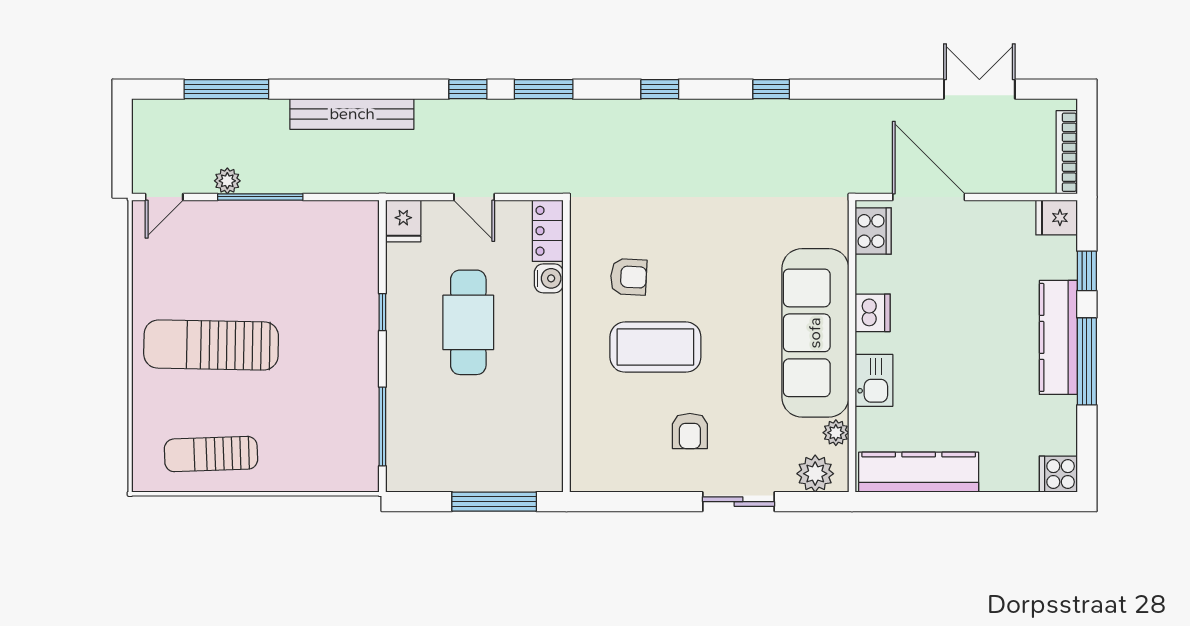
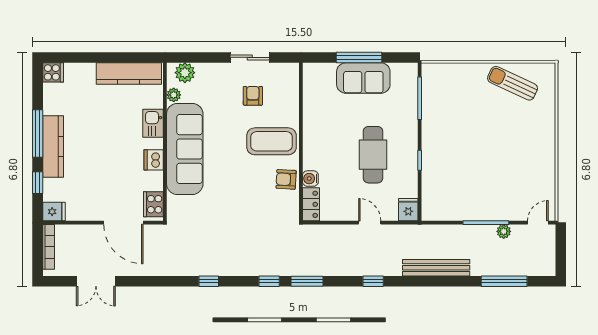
window: (544, 89) -> (307, 281), moved
locker: (548, 231) -> (311, 204), moved
water cooler: (549, 278) -> (310, 179), moved
sun lounger: (211, 345) -> (512, 142), removed
wall: (566, 346) -> (301, 142), moved
sun lounger: (211, 454) -> (513, 83), turned -153
sofa: (486, 464) -> (363, 78), added
sliding door: (738, 502) -> (250, 57), moved

